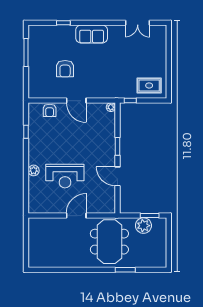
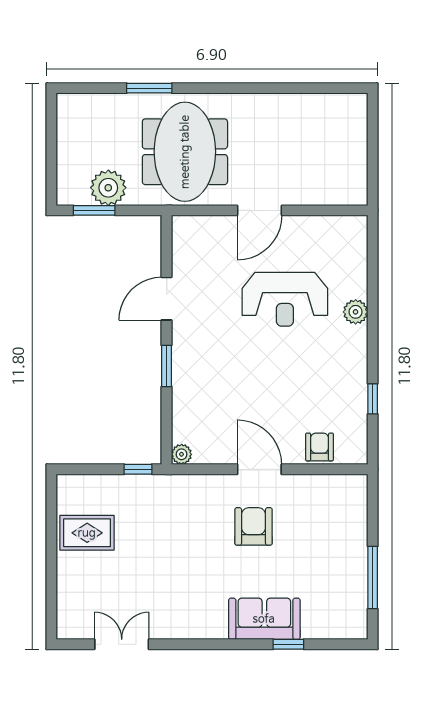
sofa: (92, 34) -> (264, 619), moved
armchair: (65, 69) -> (254, 526), moved
rug: (149, 85) -> (87, 533), moved
reception desk: (65, 176) -> (285, 299), turned 180
door: (118, 176) -> (167, 299), swing flipped

